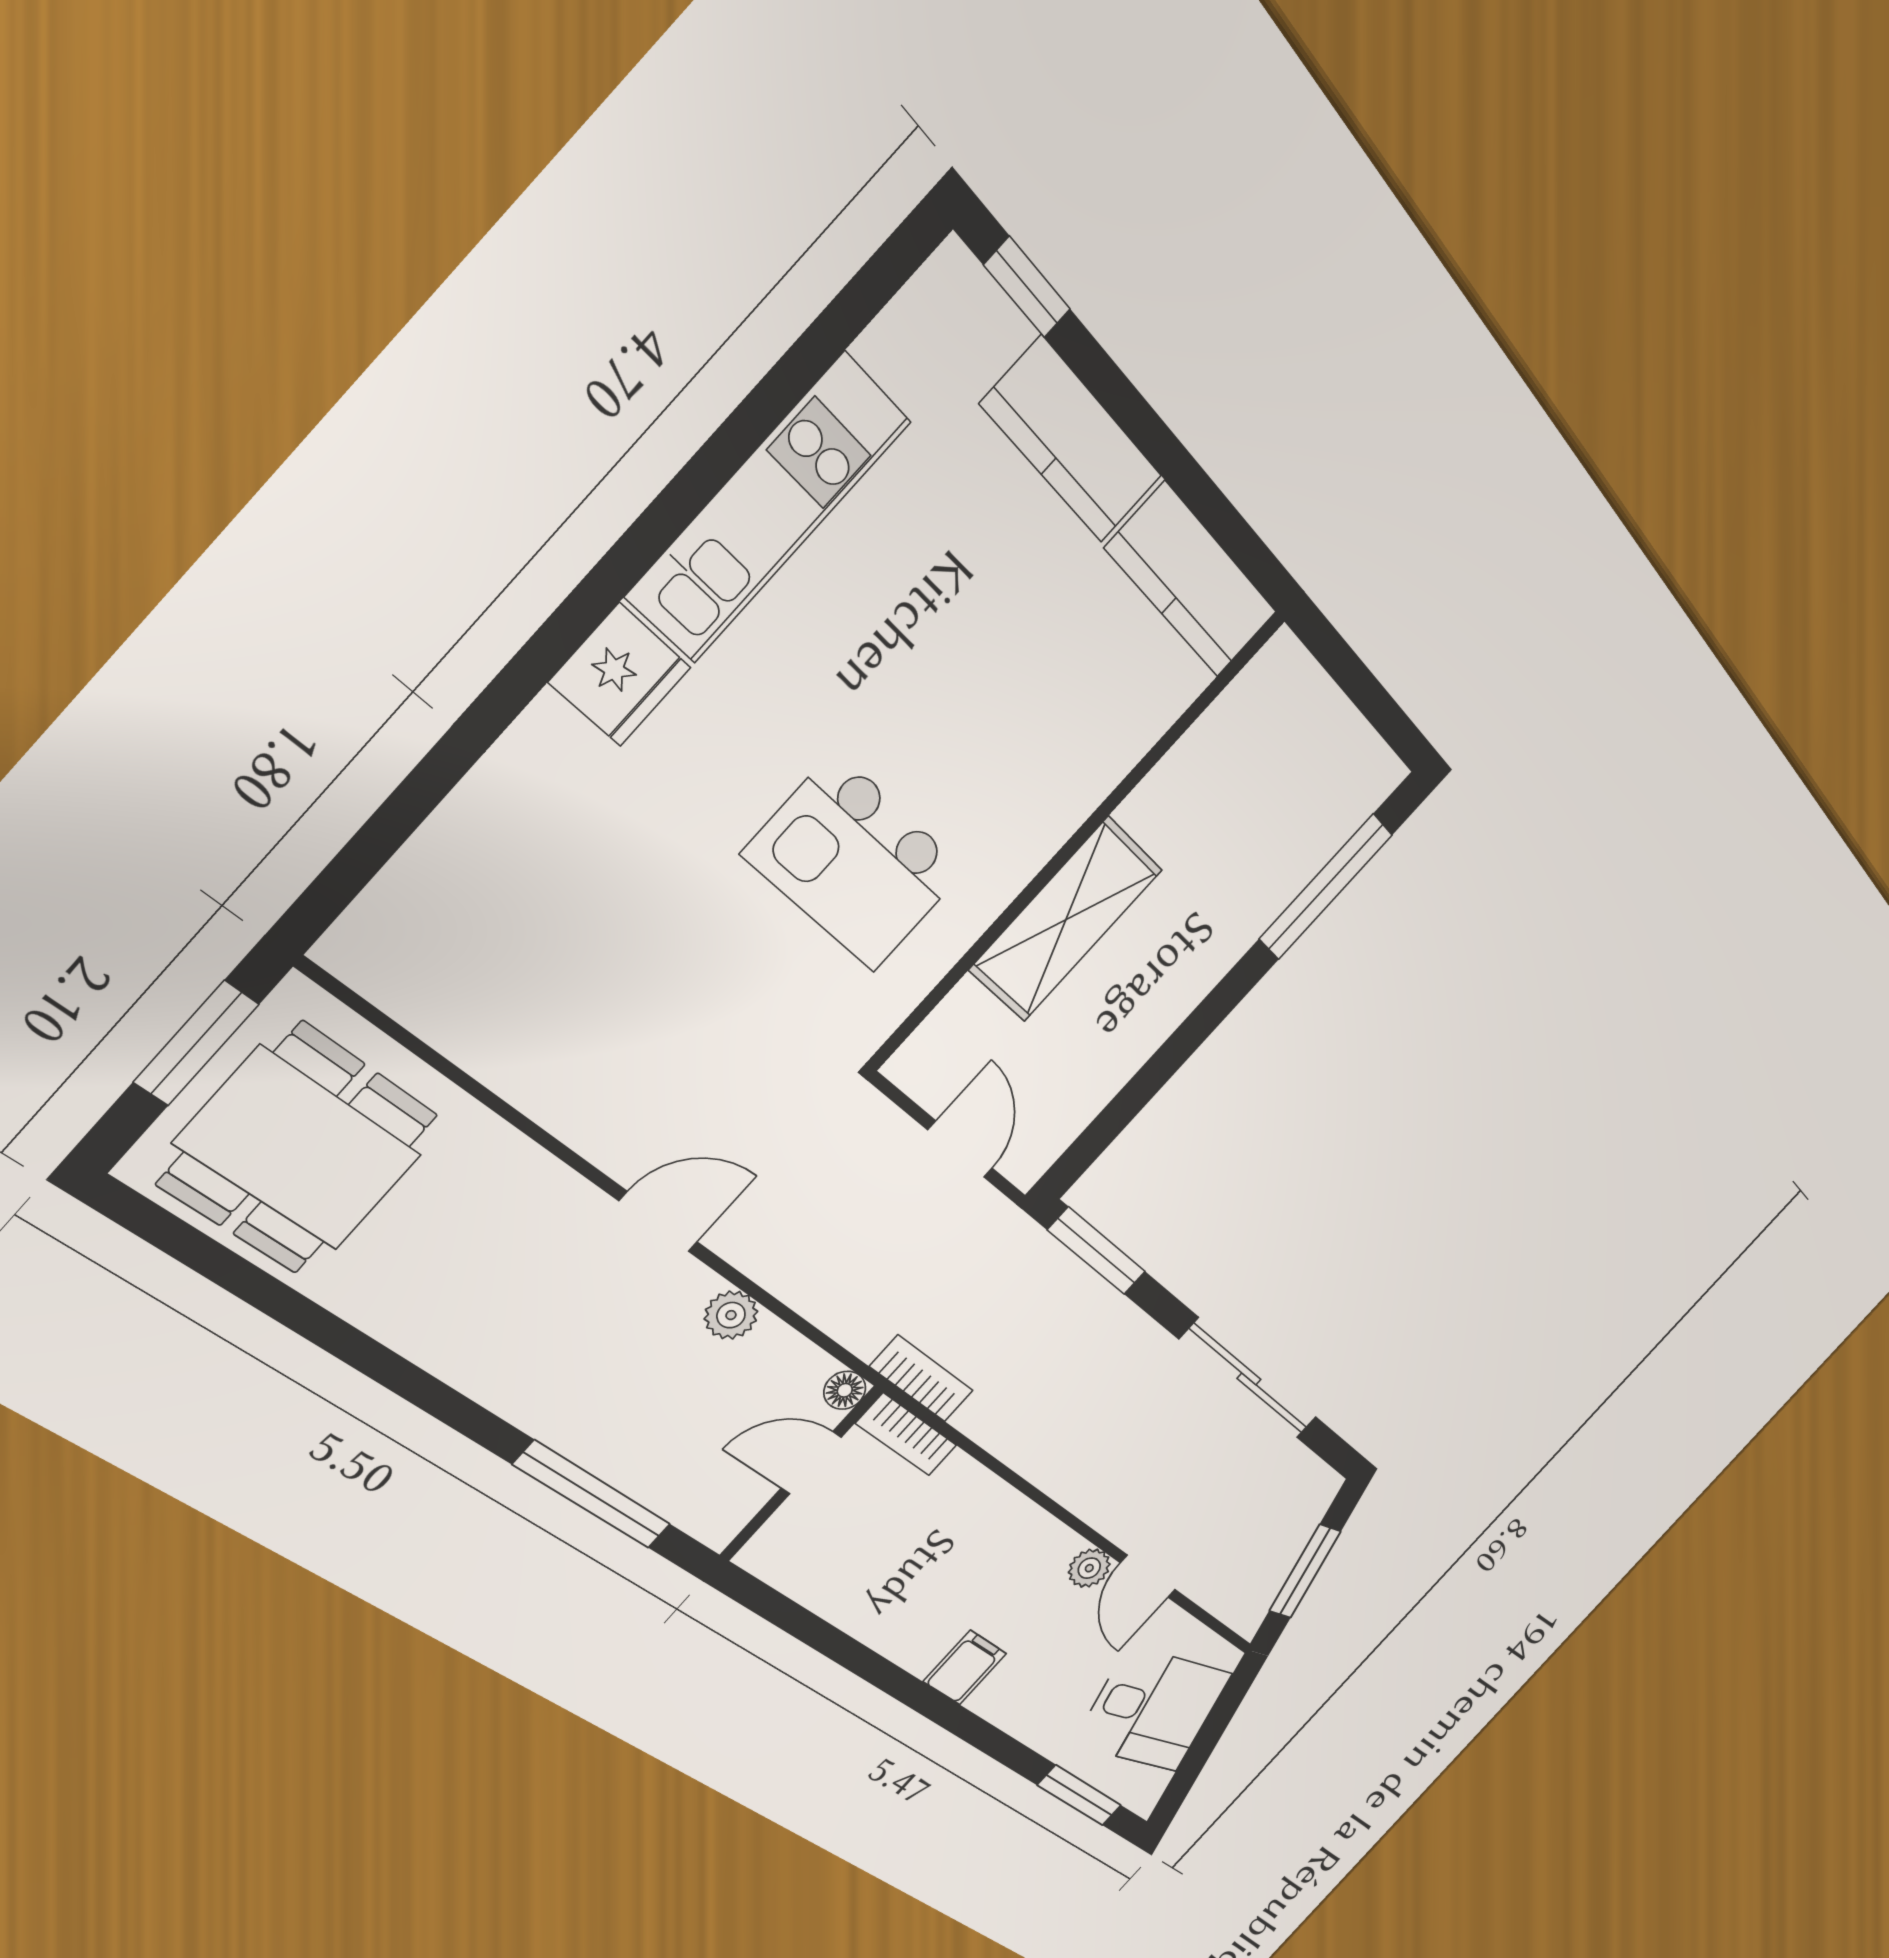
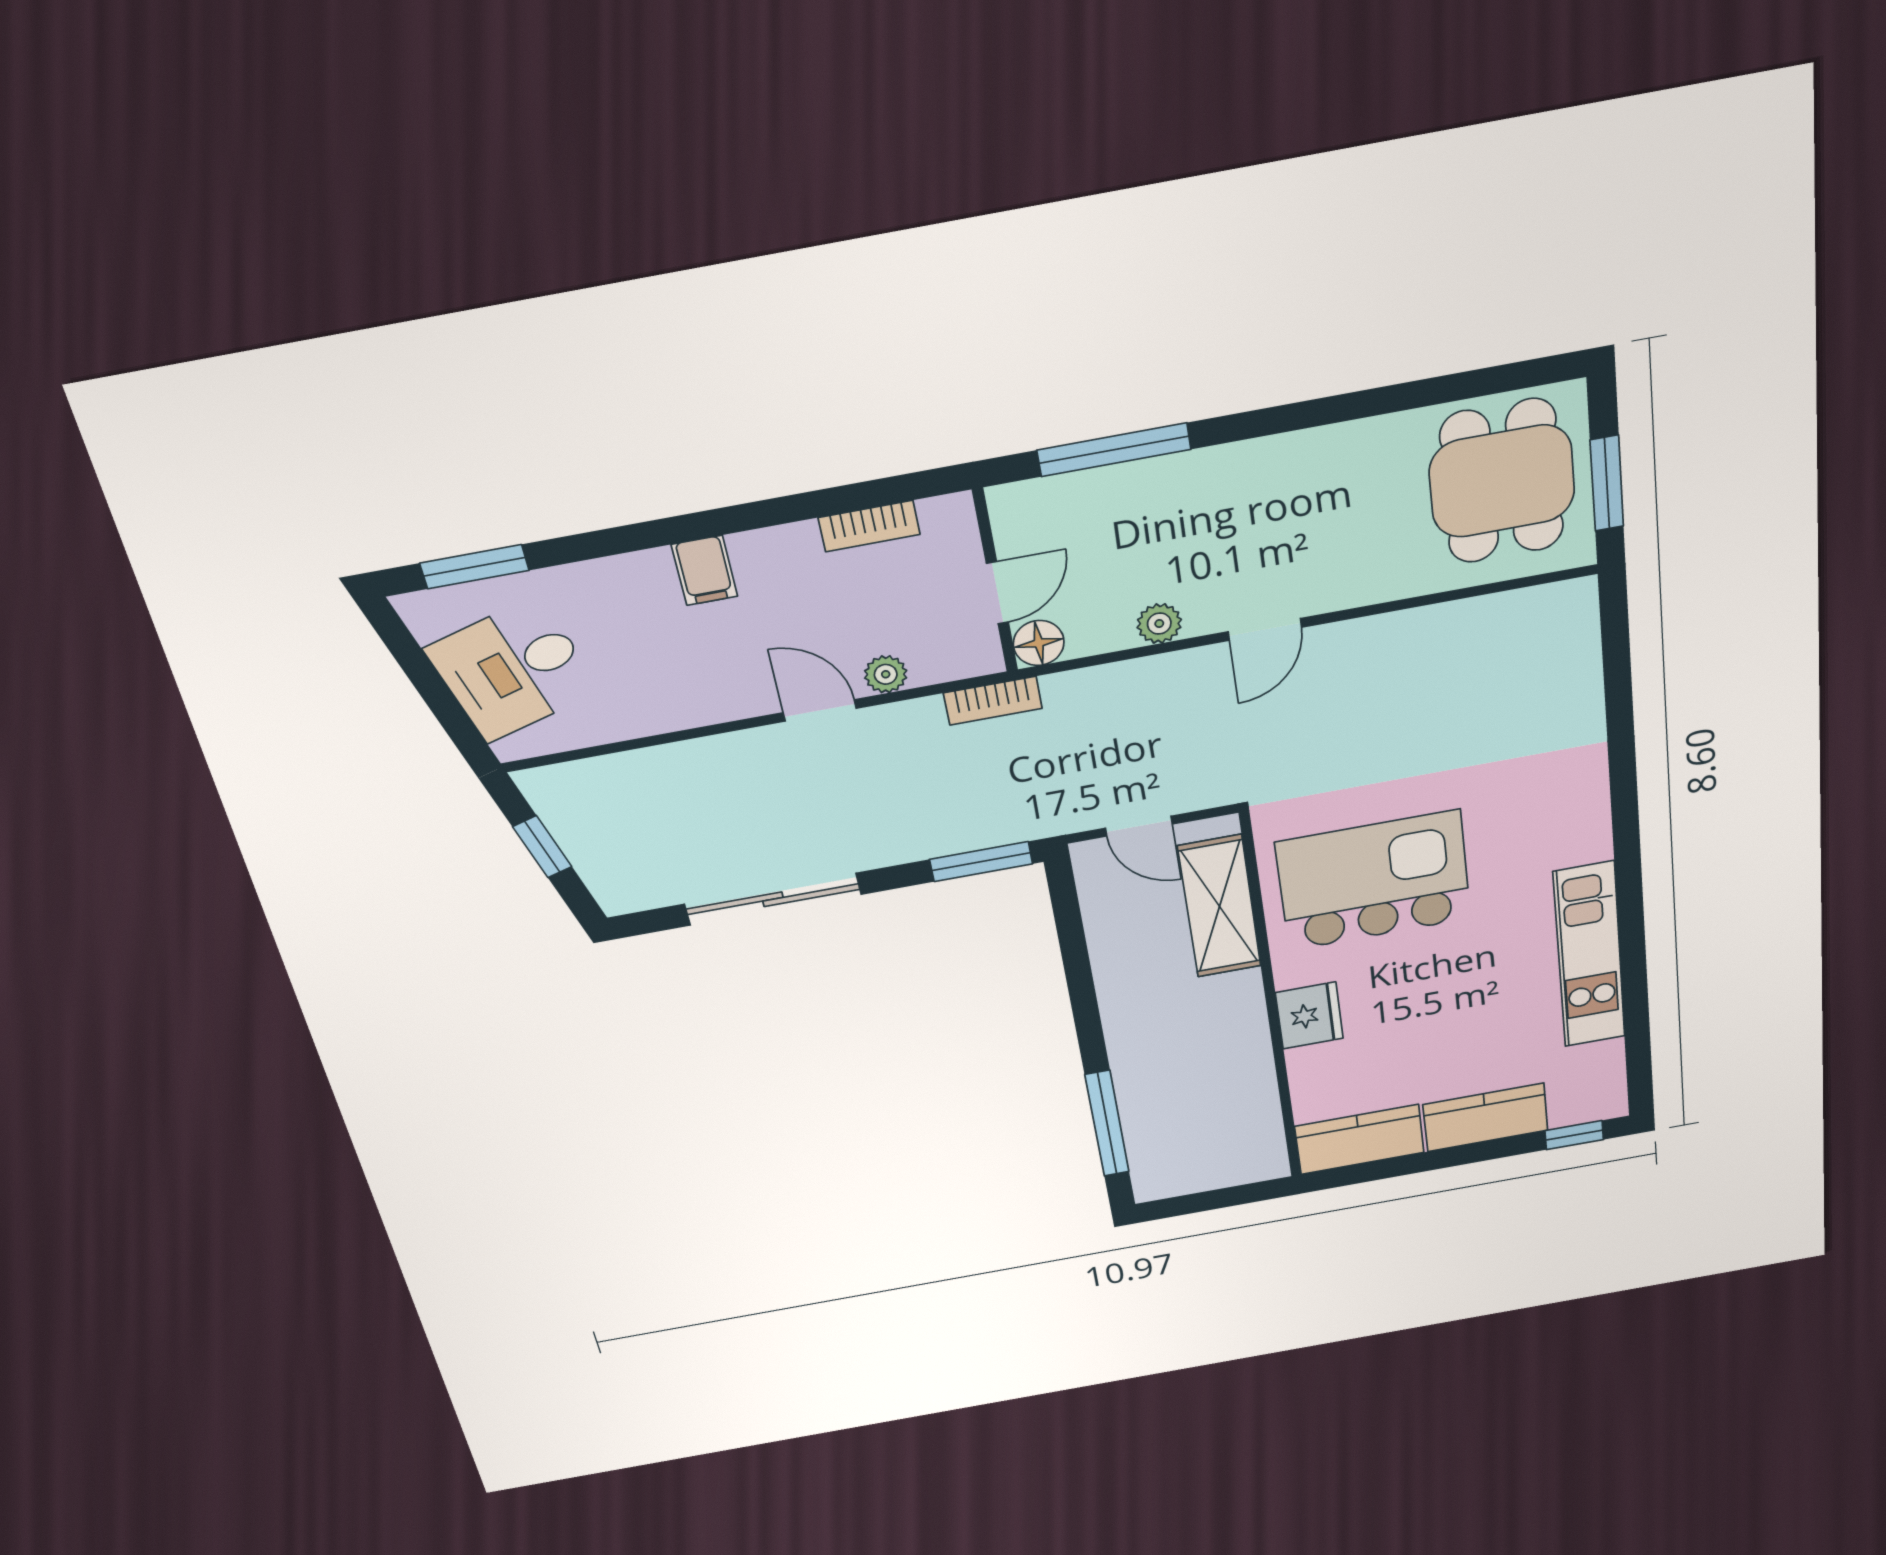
fridge: (620, 675) -> (1309, 1015), moved, turned 180
kitchen island: (855, 862) -> (1374, 881), width x1.37, depth x1.28
shelving: (1066, 920) -> (1220, 906), moved
floor lamp: (845, 1390) -> (1039, 643), width x1.37, depth x1.37
bookcase: (906, 1434) -> (869, 526), moved, turned 180
plant: (1089, 1568) -> (886, 674), moved
window: (1305, 1571) -> (542, 847), width x0.67
door: (1148, 1576) -> (820, 710), moved

